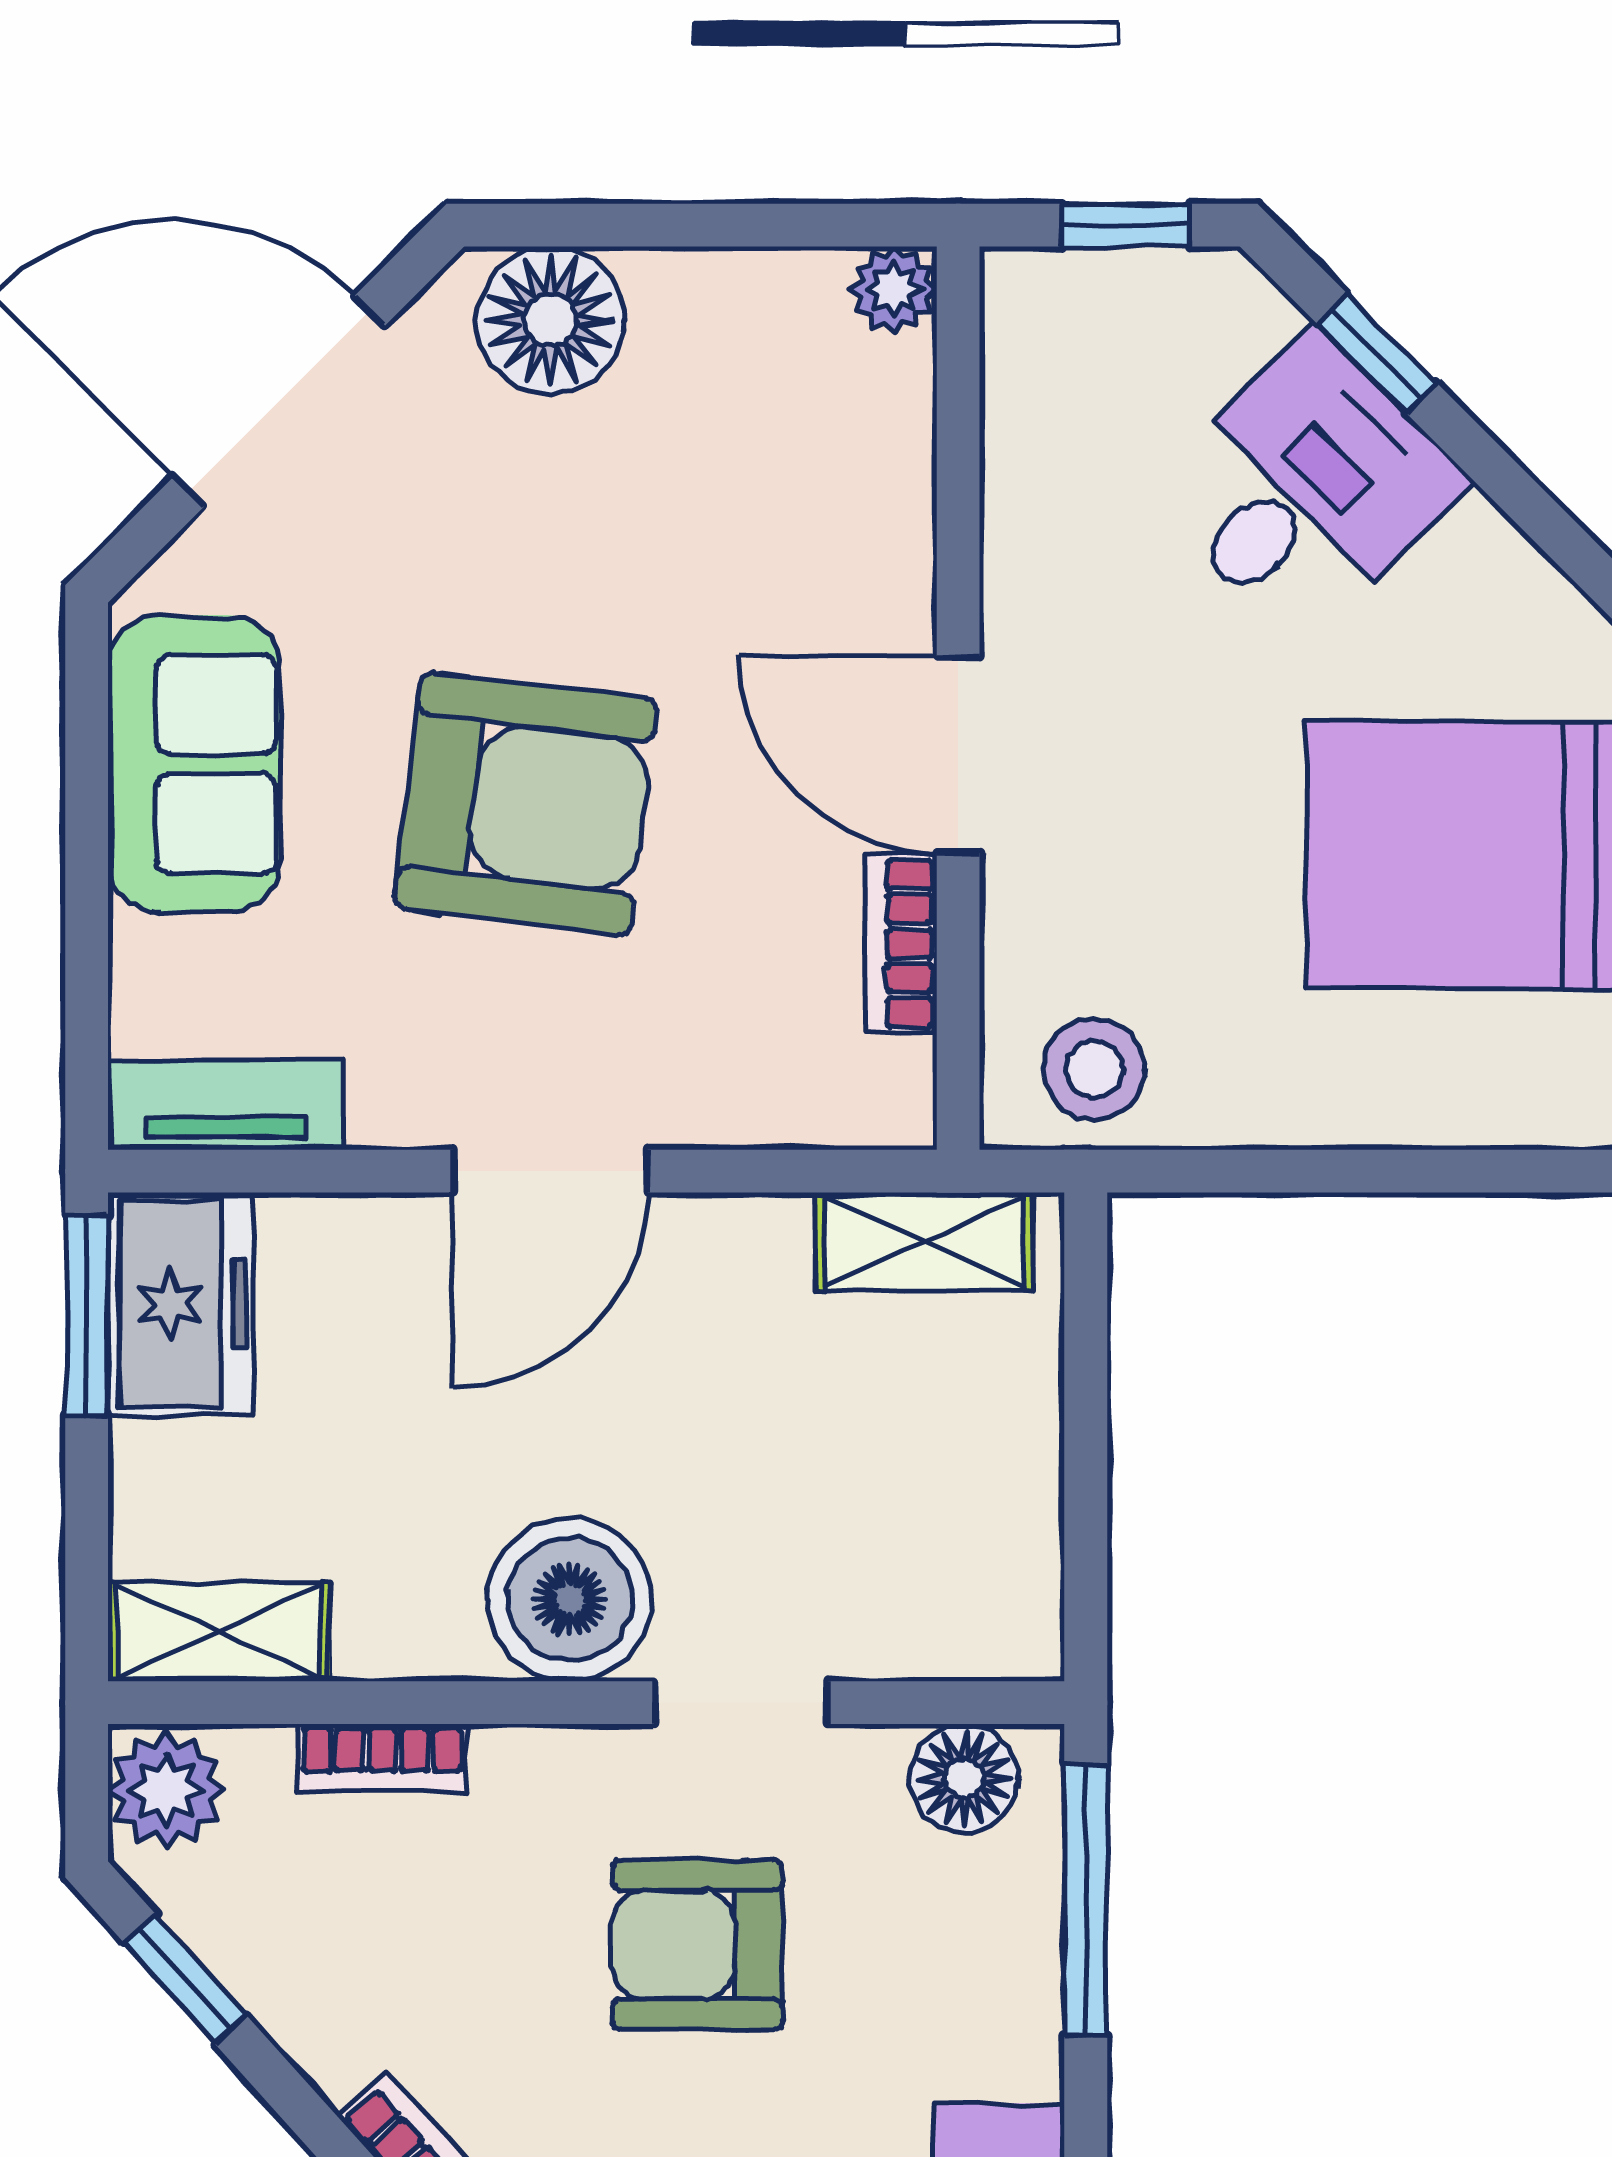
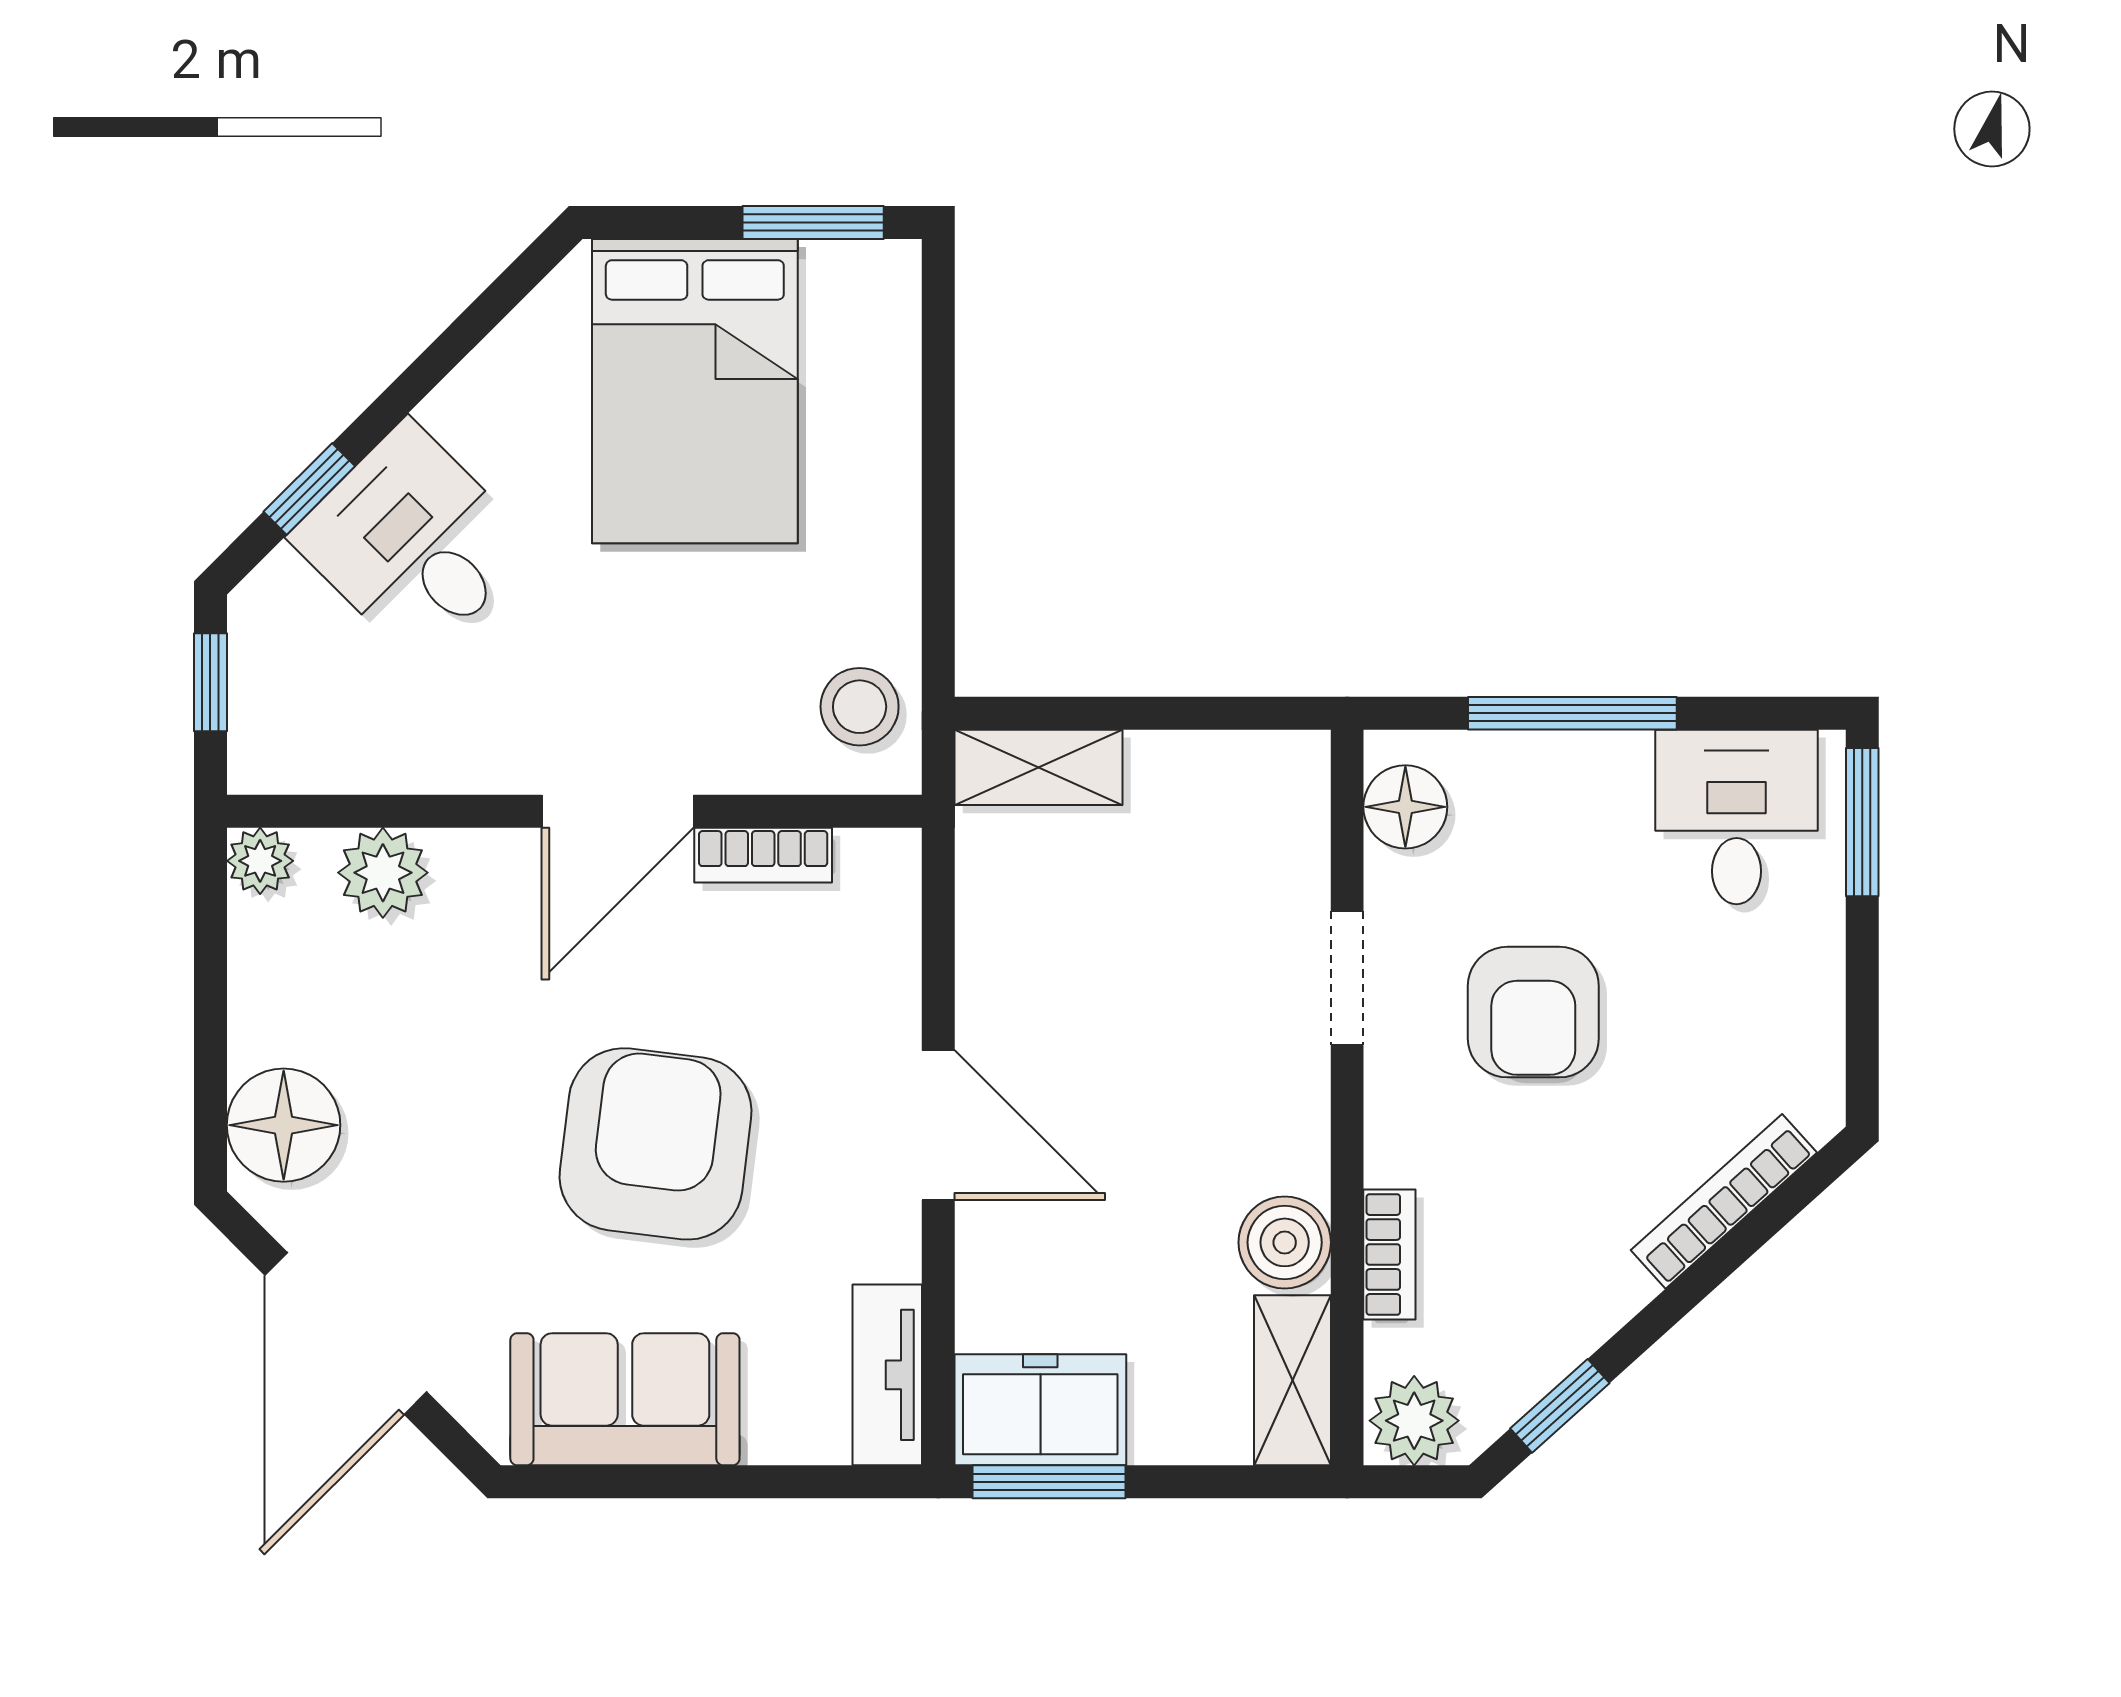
plant: (878, 449) -> (383, 873), added
shelving: (924, 1242) -> (1039, 767), moved, turned 90
boiler: (570, 1599) -> (1285, 1242), moved, width x0.73, depth x0.73
window: (1086, 1900) -> (1572, 713), moved

